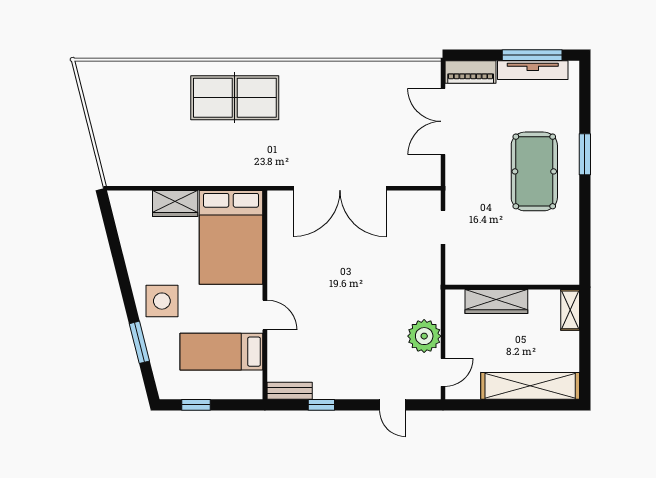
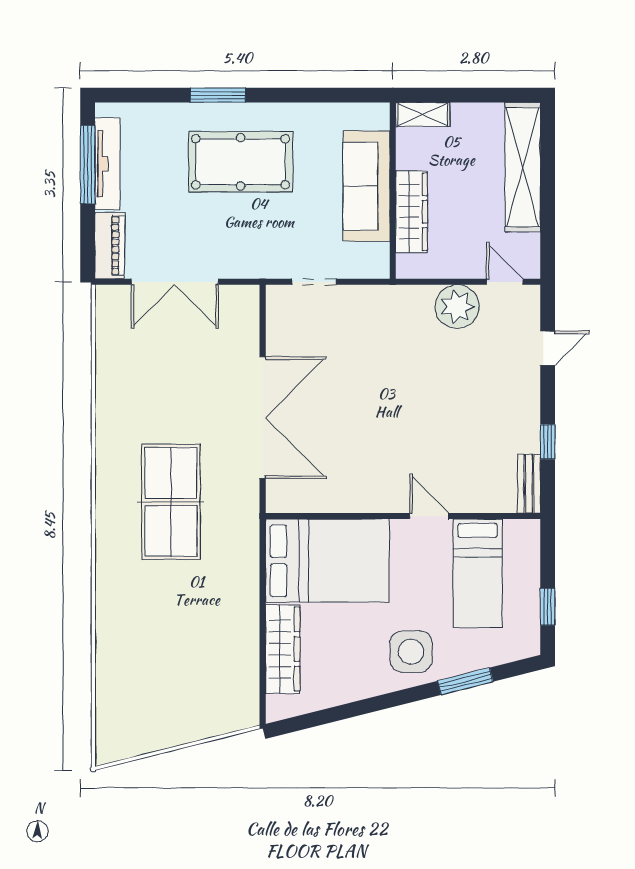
table tennis table: (235, 98) -> (171, 502), moved
wardrobe: (175, 203) -> (283, 649), width x1.50
sofa: (516, 267) -> (366, 186), added
door: (265, 315) -> (429, 516), hinge flipped

